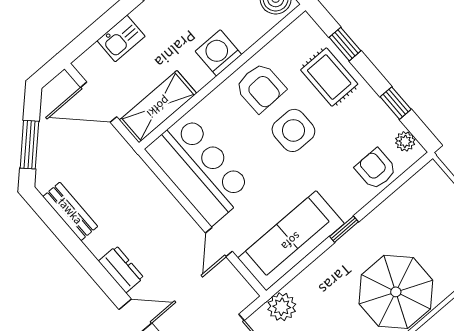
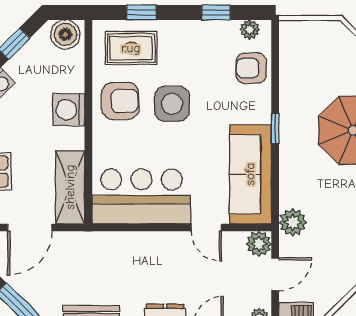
rug: (329, 77) -> (131, 48), moved
plant: (242, 295) -> (259, 244), added

